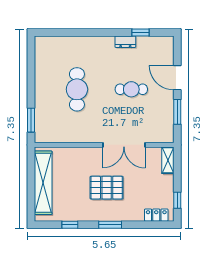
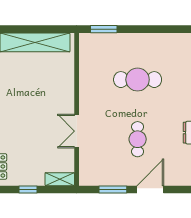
double door: (124, 145) -> (77, 131), width x0.73
pallet: (107, 188) -> (30, 112), removed
window: (177, 200) -> (28, 189), moved

